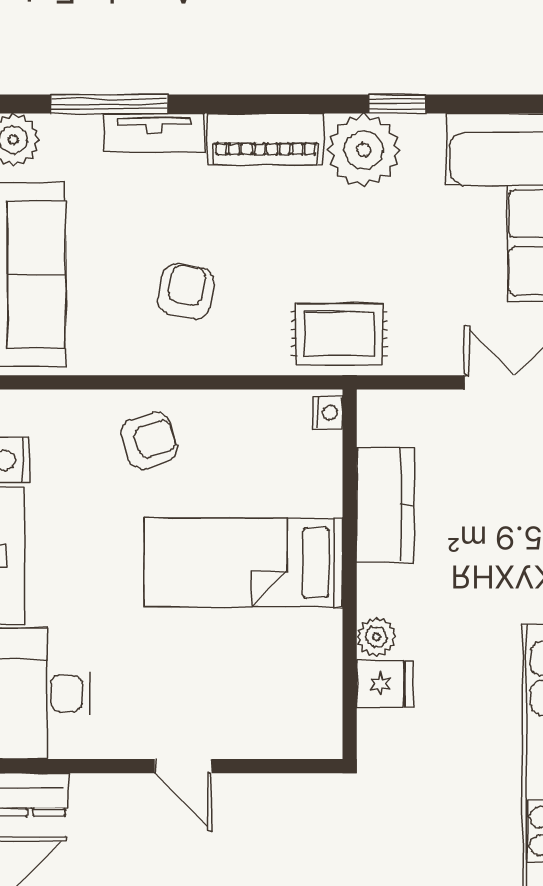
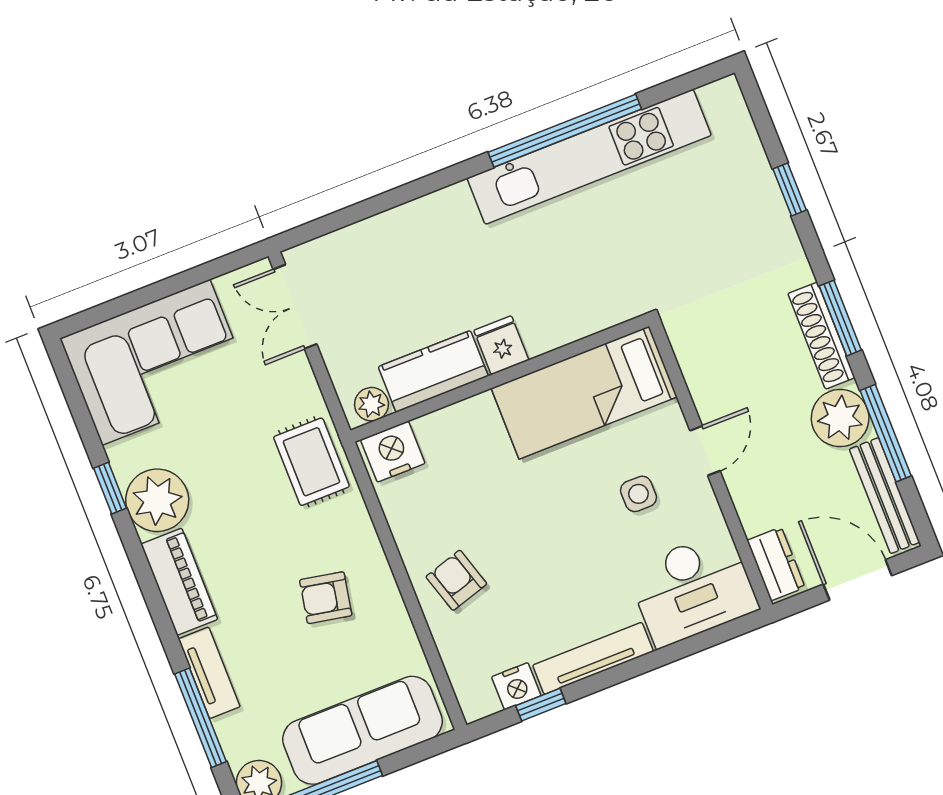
nightstand: (328, 413) -> (393, 452), width x1.89, depth x1.79
bed: (243, 563) -> (584, 393), moved, turned 90
plant: (376, 637) -> (371, 404), moved
side table: (165, 675) -> (638, 494), added
fridge: (385, 684) -> (501, 345), moved

